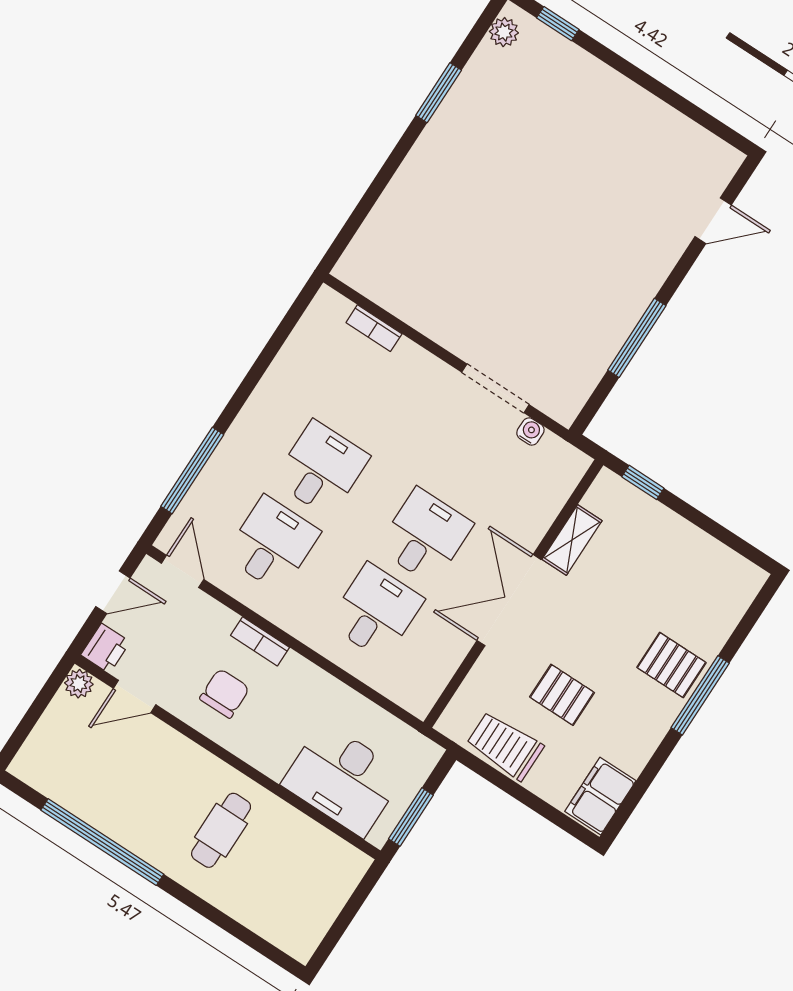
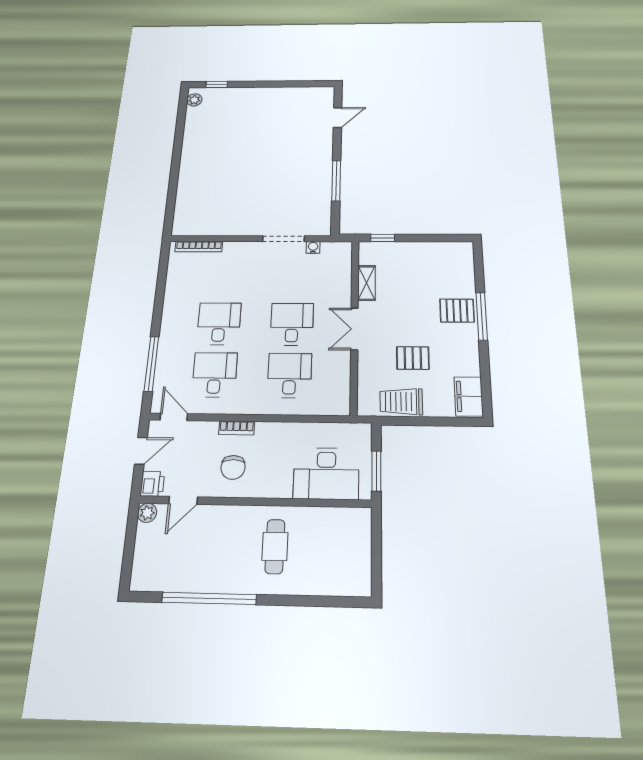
window: (439, 93) -> (179, 137), removed
bookcase: (374, 328) -> (199, 247), width x1.56
double door: (509, 600) -> (354, 329), width x0.73
chair: (225, 693) -> (233, 467), turned 180

